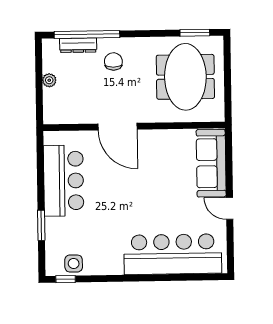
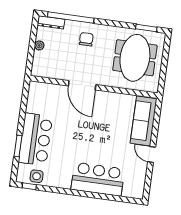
dresser: (78, 45) -> (51, 22), moved
bar counter: (64, 181) -> (35, 139), moved
bar counter: (173, 254) -> (98, 179), width x0.73

